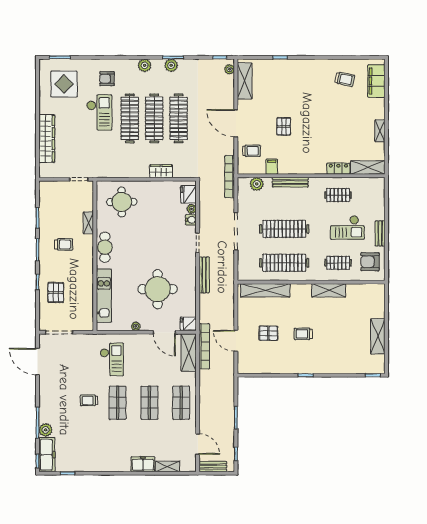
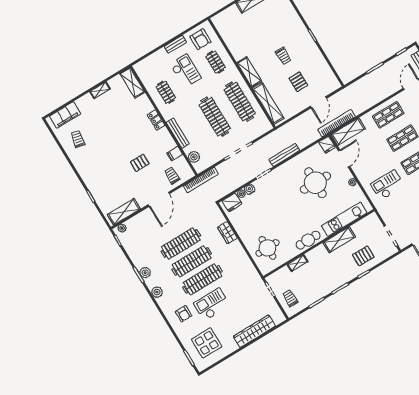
locker: (338, 169) -> (156, 120), moved
trolley: (64, 244) -> (290, 298), moved
shelving: (86, 278) -> (339, 240), added
shelving: (329, 290) -> (249, 72), moved

